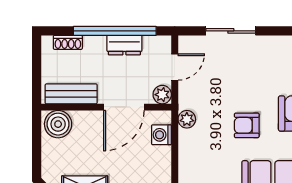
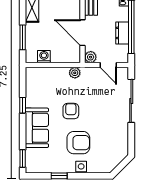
sliding door: (231, 31) -> (131, 101), width x1.37
washing machine: (162, 135) -> (44, 57), moved

